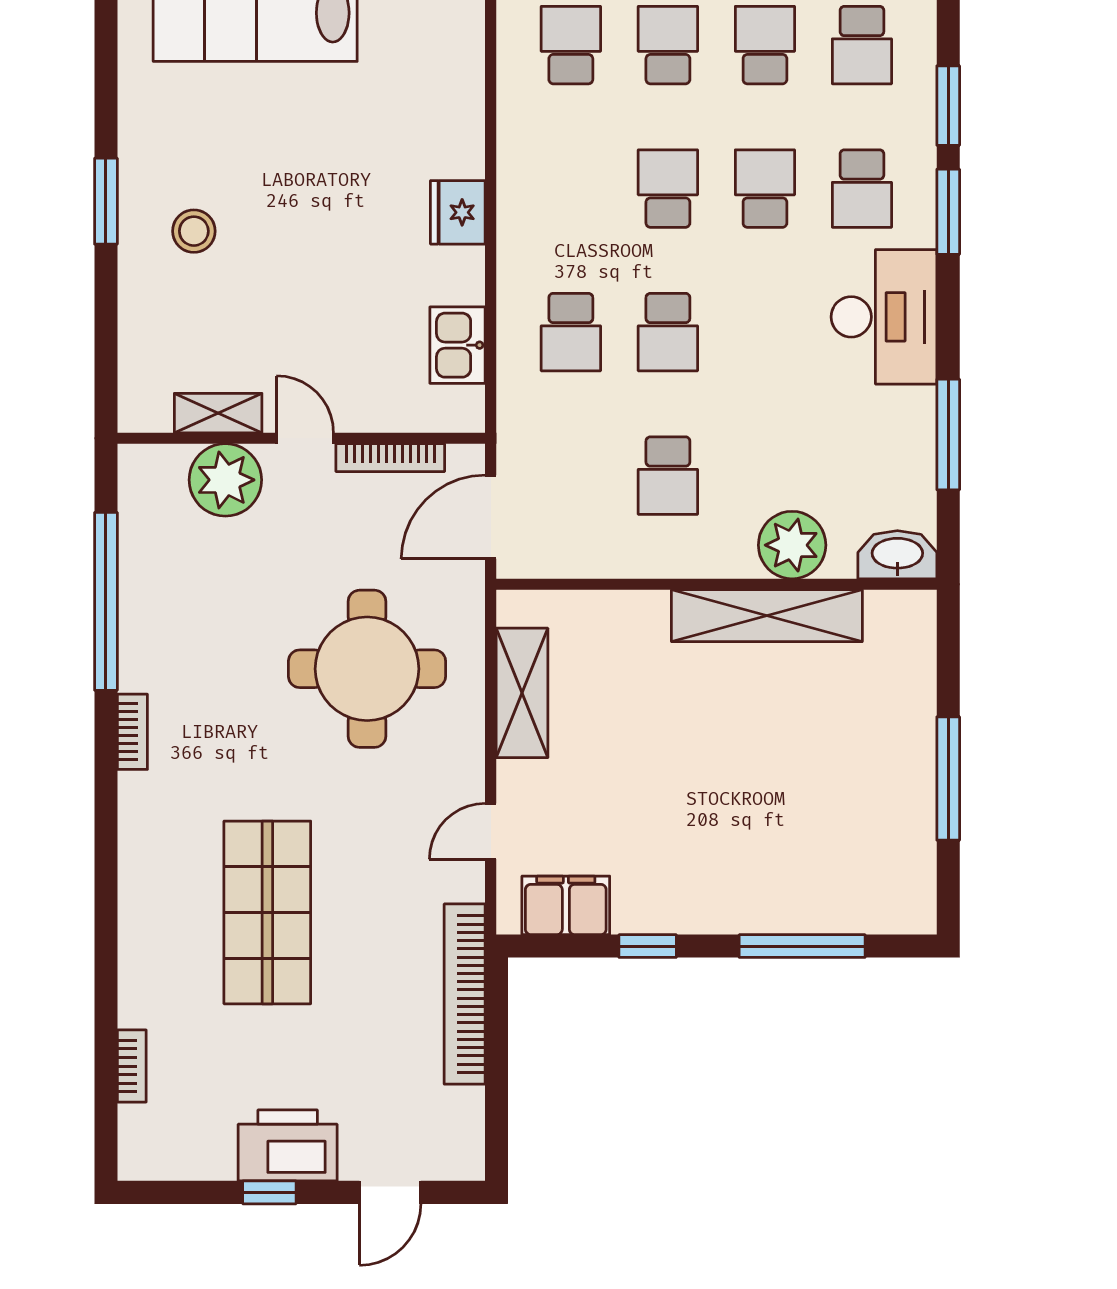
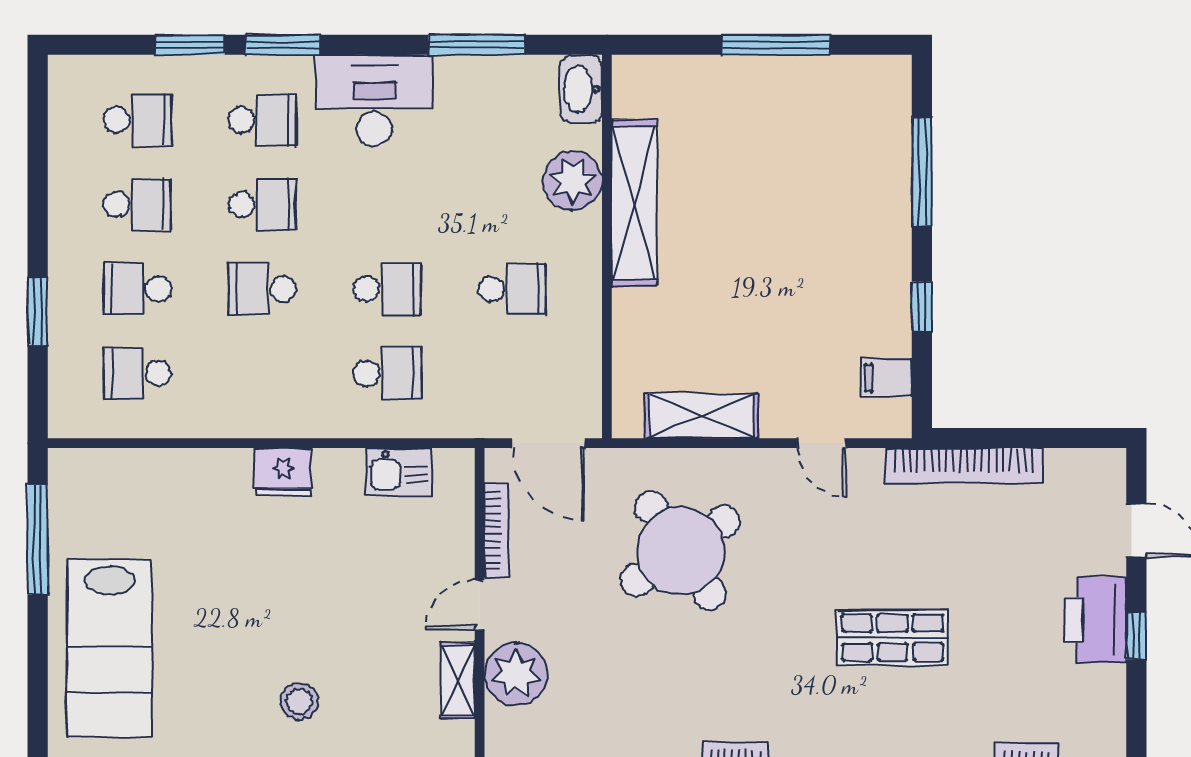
school desk: (765, 45) -> (137, 204), turned 180
school desk: (765, 189) -> (262, 204), turned 180
round table: (367, 669) -> (680, 551), turned -34
filing cabinet: (566, 905) -> (886, 378), width x0.50
shop shelf: (267, 912) -> (893, 638), width x0.70, depth x0.74

